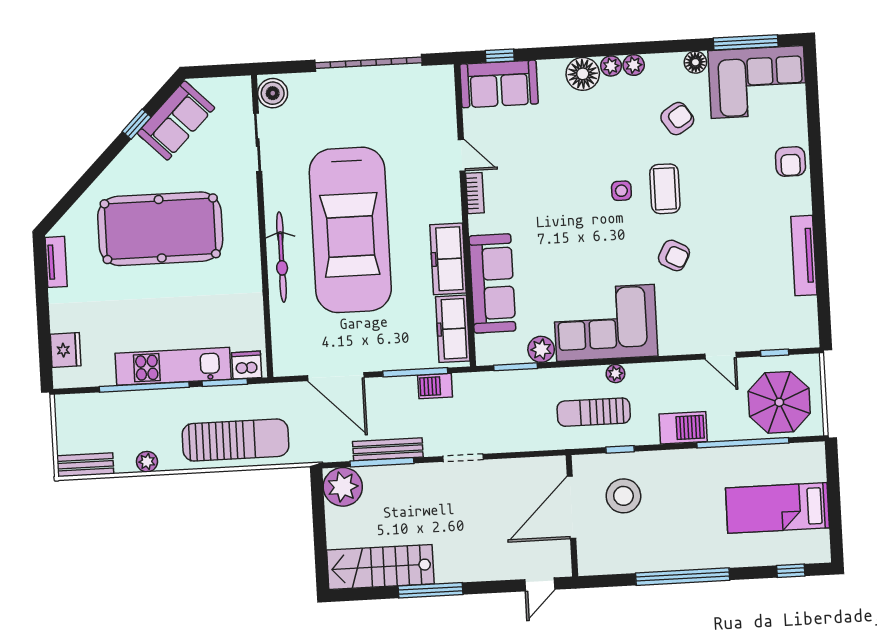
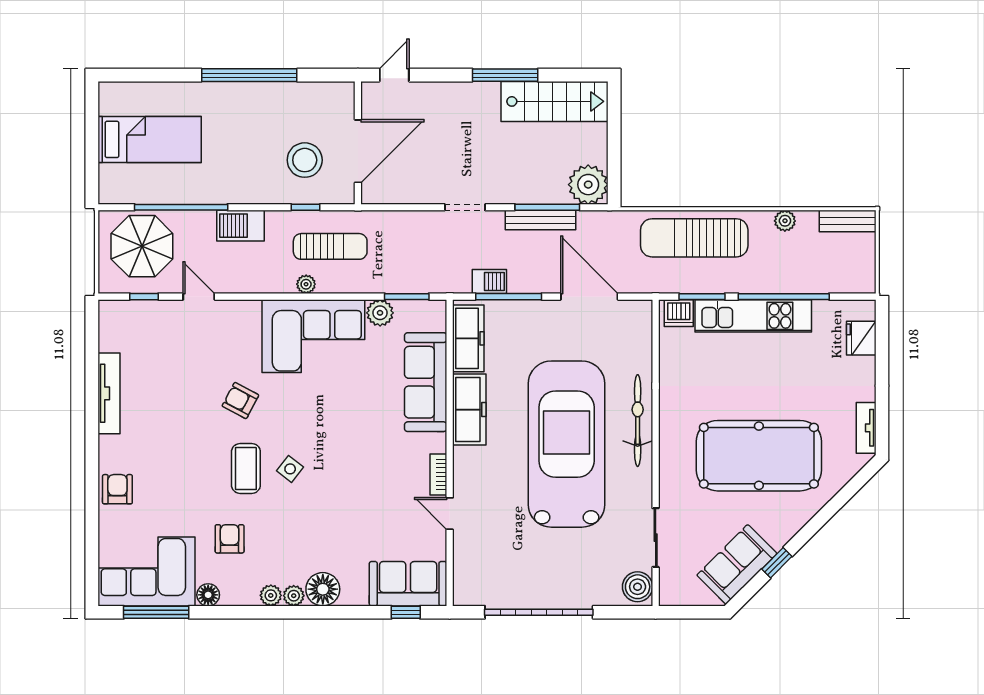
armchair: (677, 119) -> (230, 539), turned 123
side table: (621, 191) -> (290, 469), turned 38
window: (791, 571) -> (140, 75), removed

